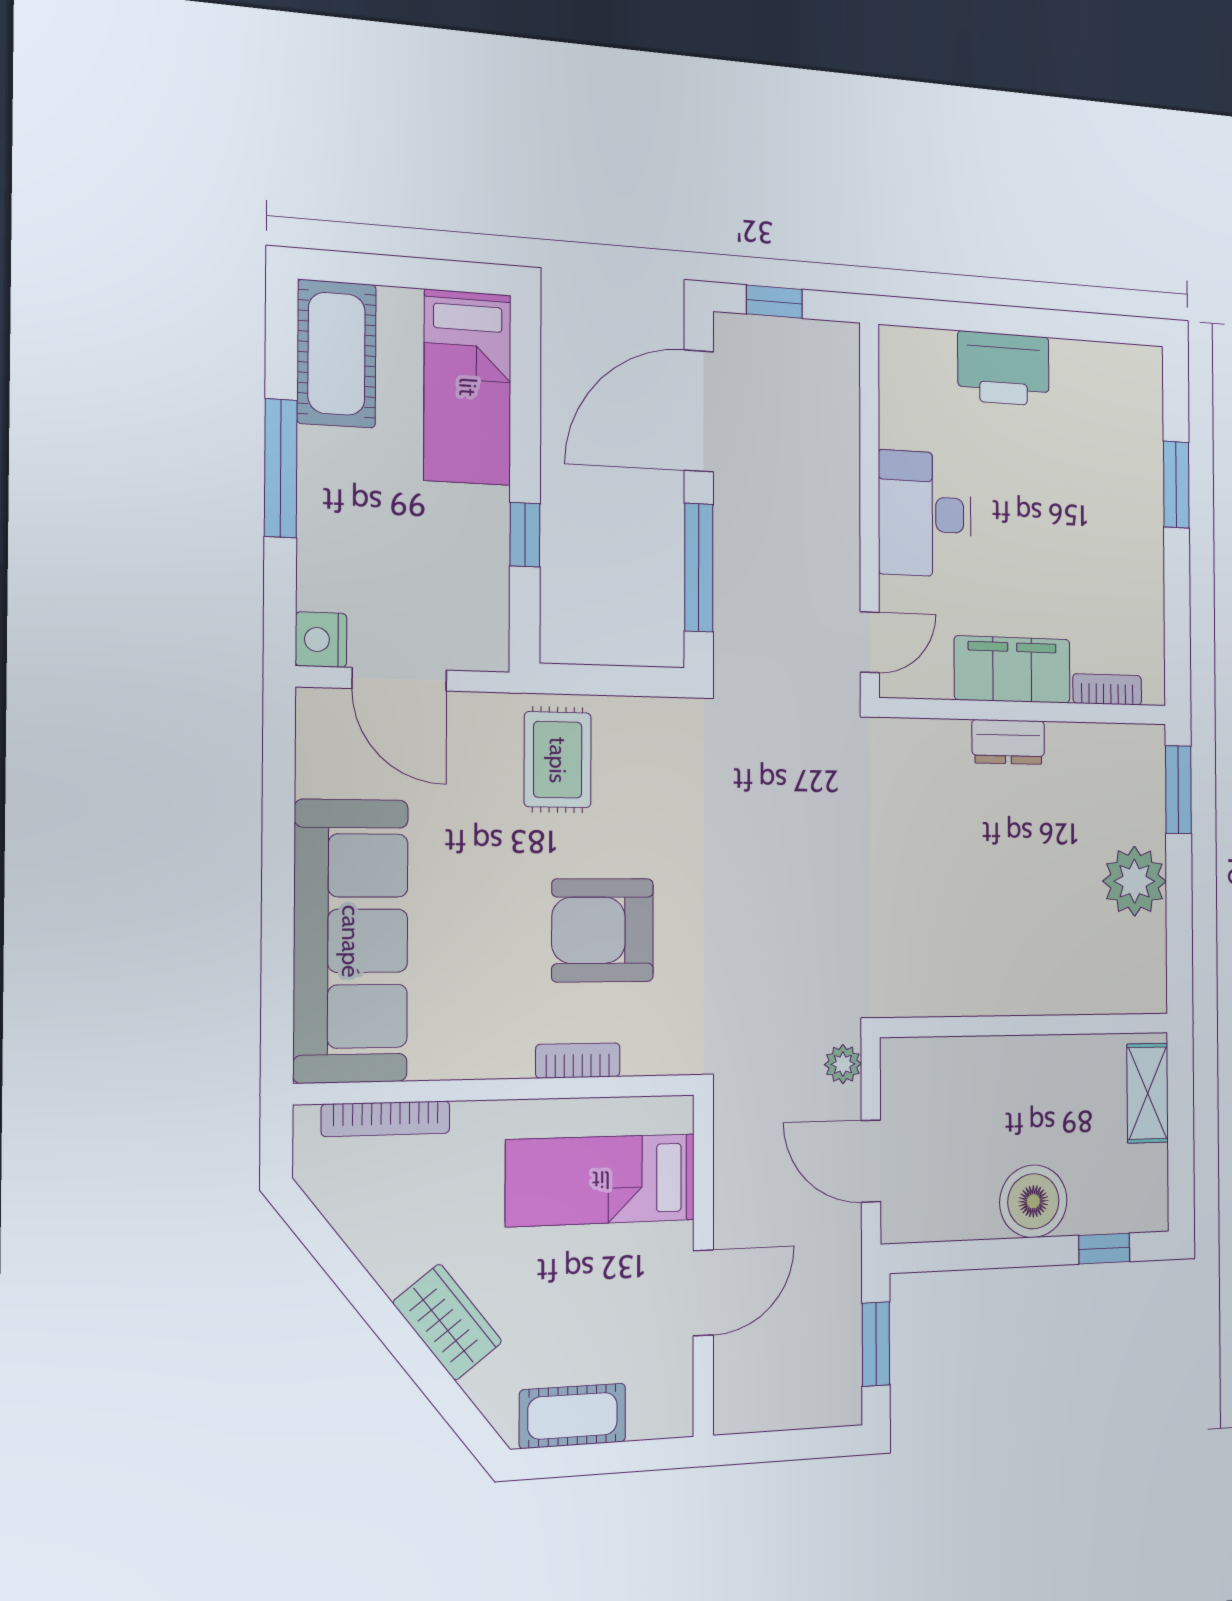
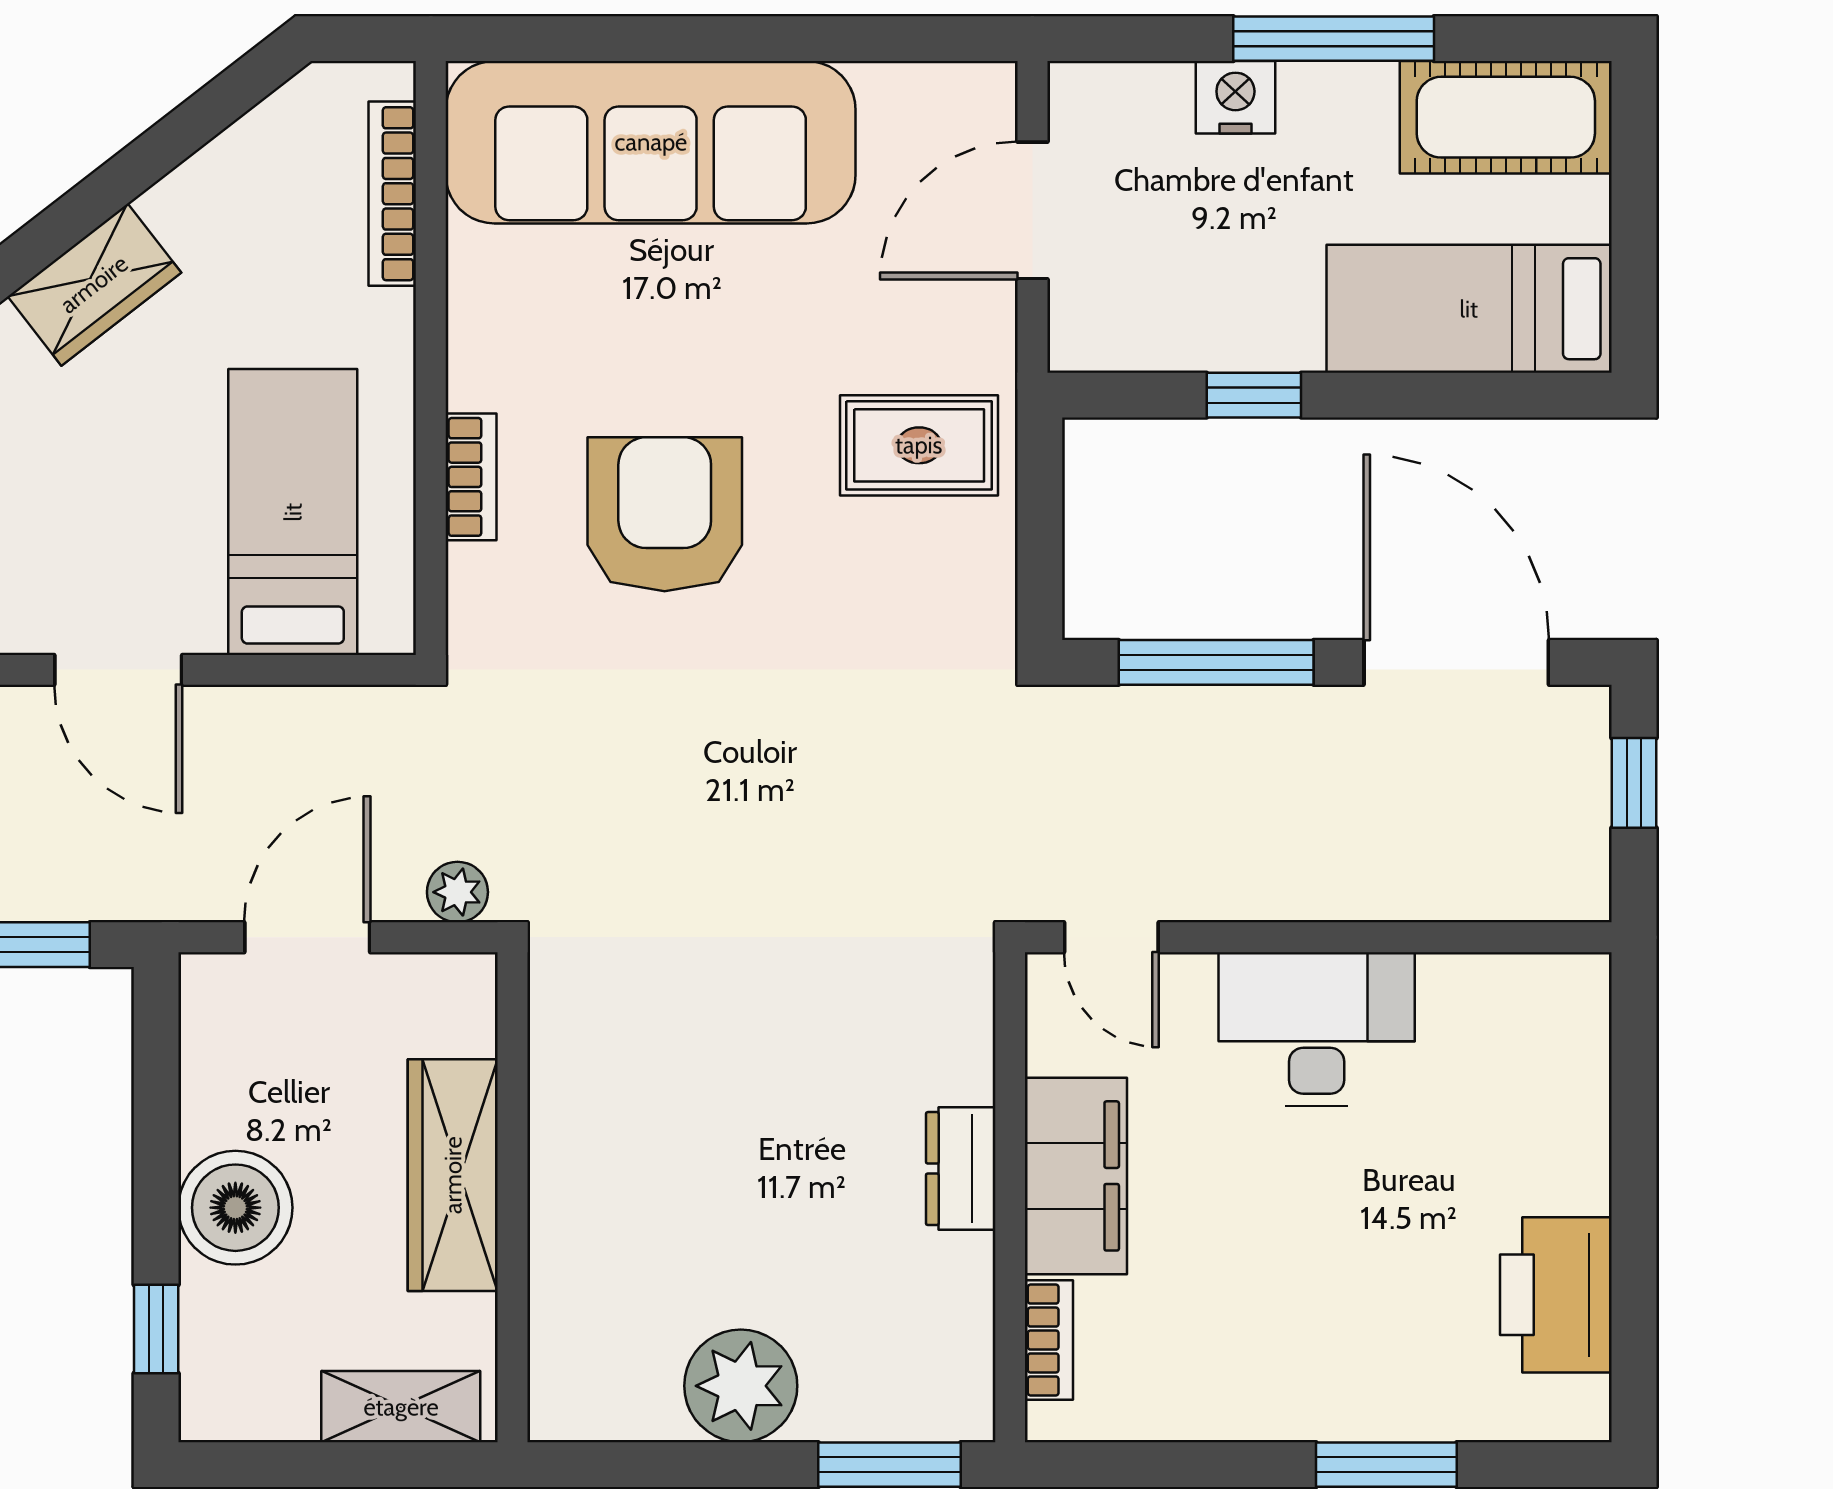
printer: (1003, 369) -> (1556, 1295), moved
nightstand: (321, 640) -> (1235, 97), moved
wardrobe: (1014, 1064) -> (453, 1175), added

